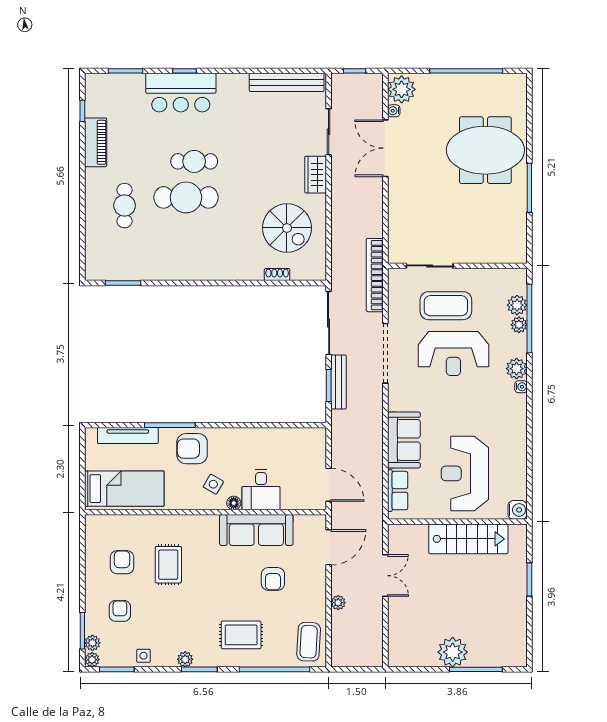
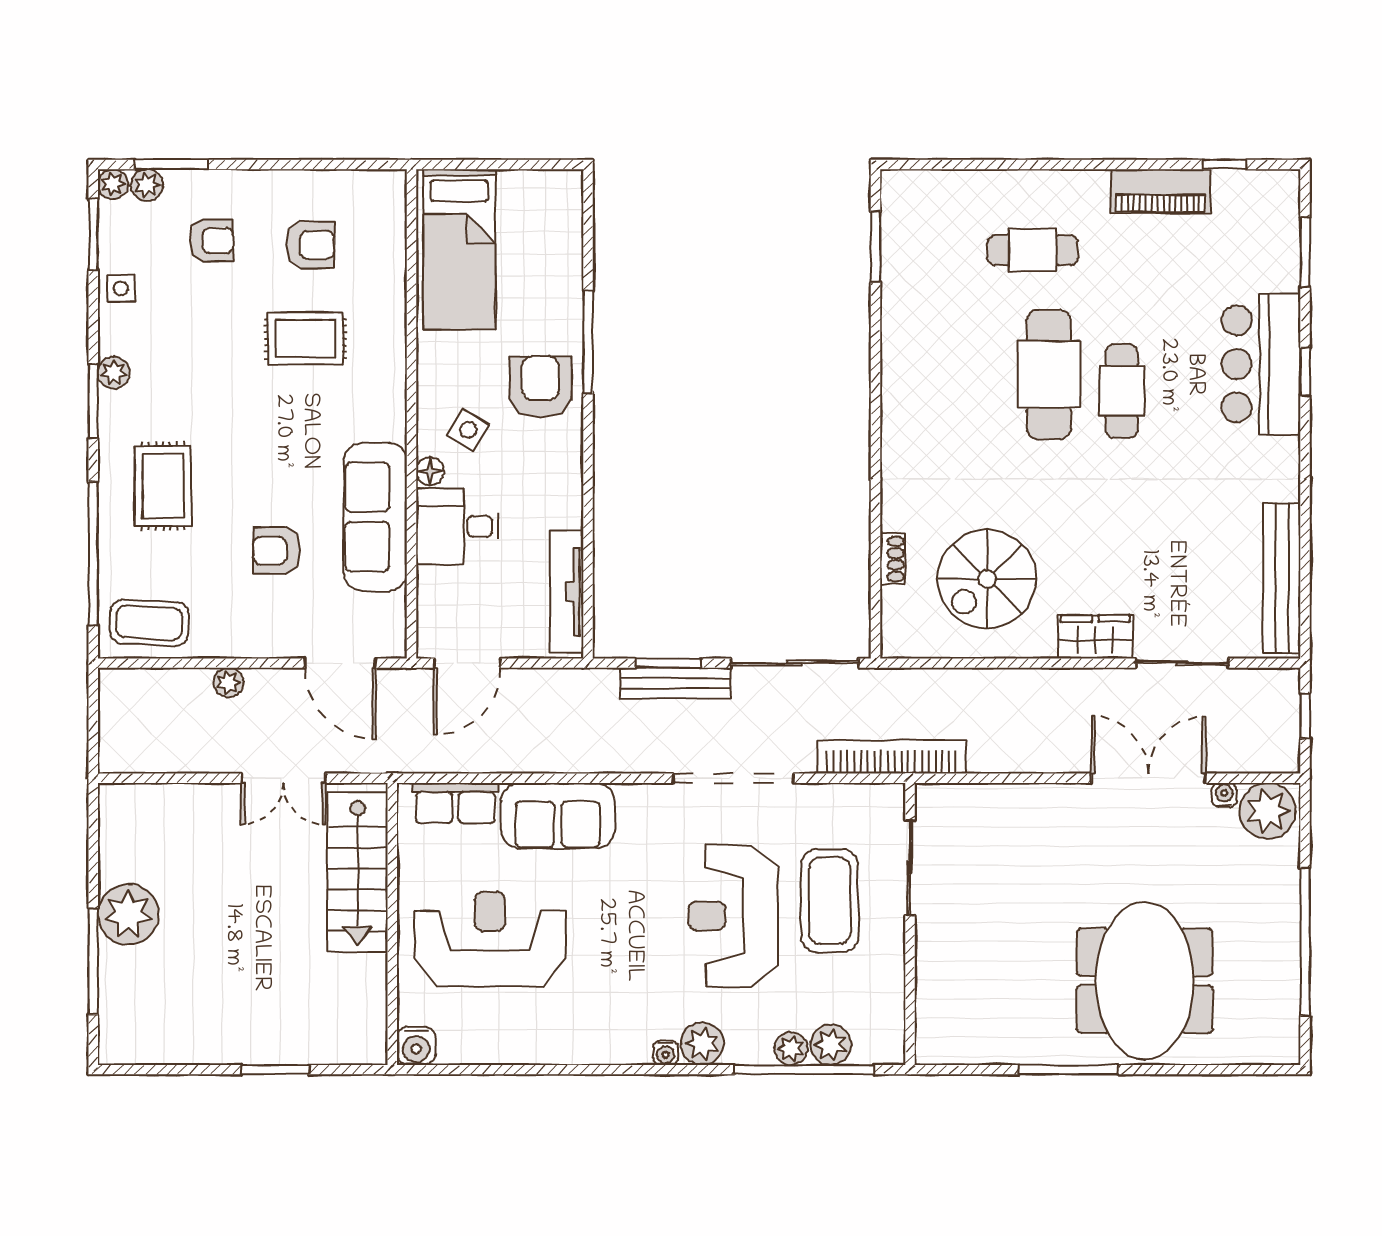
tv unit: (128, 436) -> (567, 592), moved
stairs: (468, 539) -> (358, 872), moved

